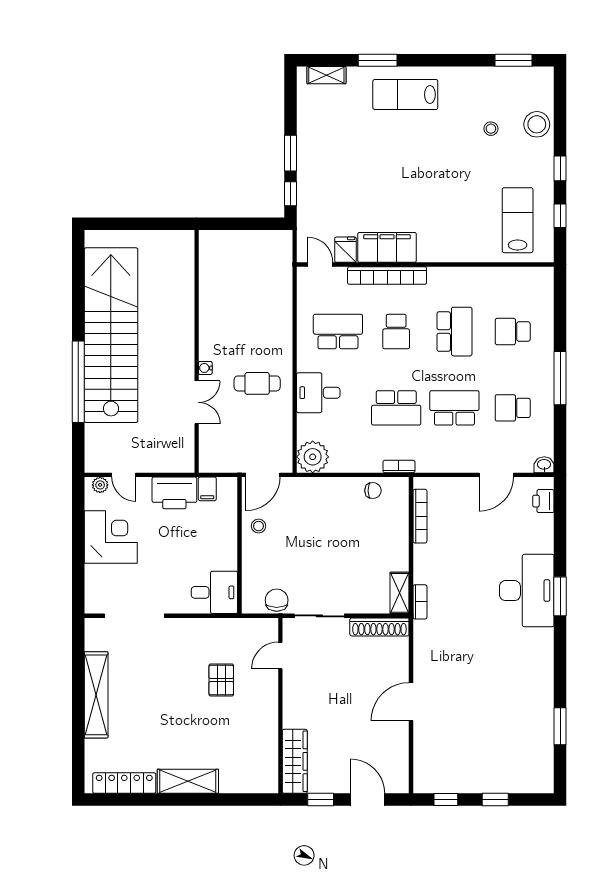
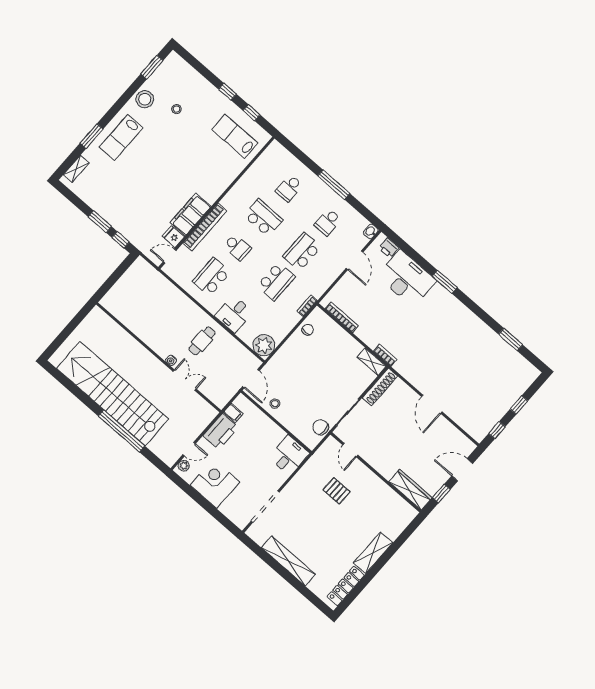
stool: (537, 124) -> (145, 99), moved
desk: (527, 591) -> (407, 278), moved

